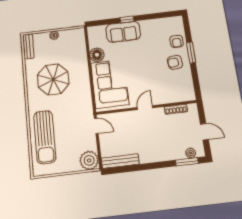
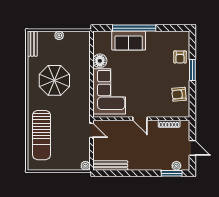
window: (127, 19) -> (134, 28), width x3.17
armchair: (175, 62) -> (179, 94), moved
door: (145, 108) -> (140, 119), swing flipped
plant: (89, 160) -> (85, 166), width x0.53, depth x0.53

